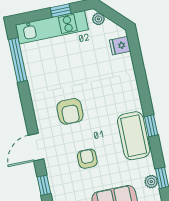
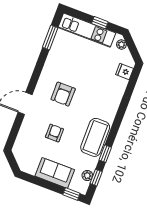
window: (18, 60) -> (50, 37), width x0.69
window: (151, 126) -> (105, 154), moved
window: (44, 185) -> (14, 132), removed

